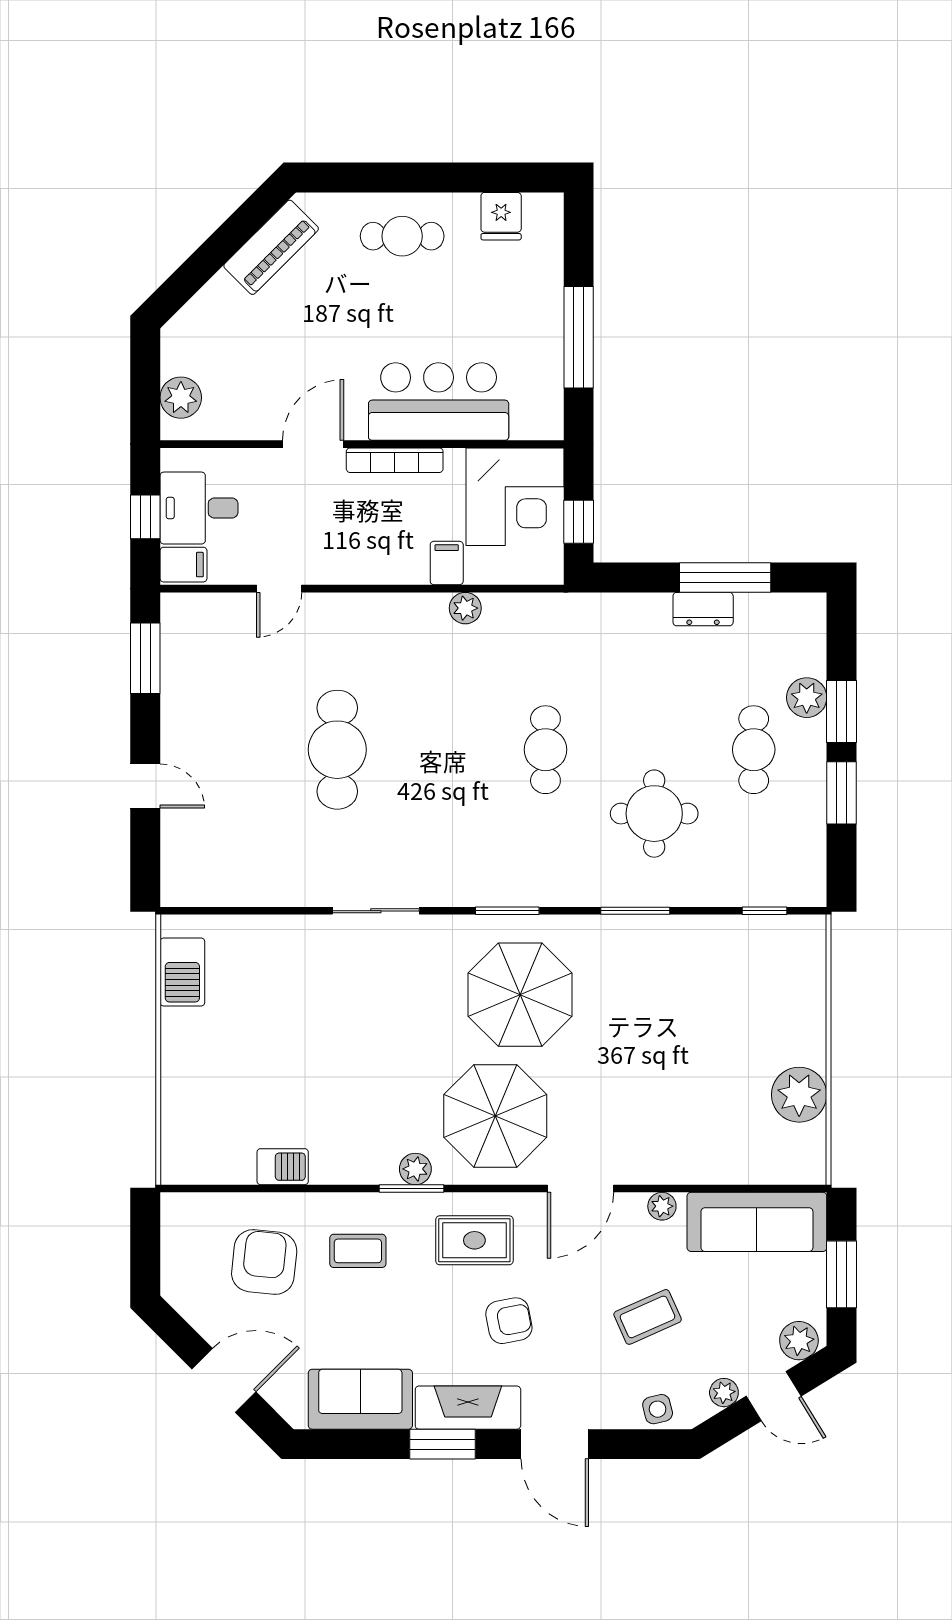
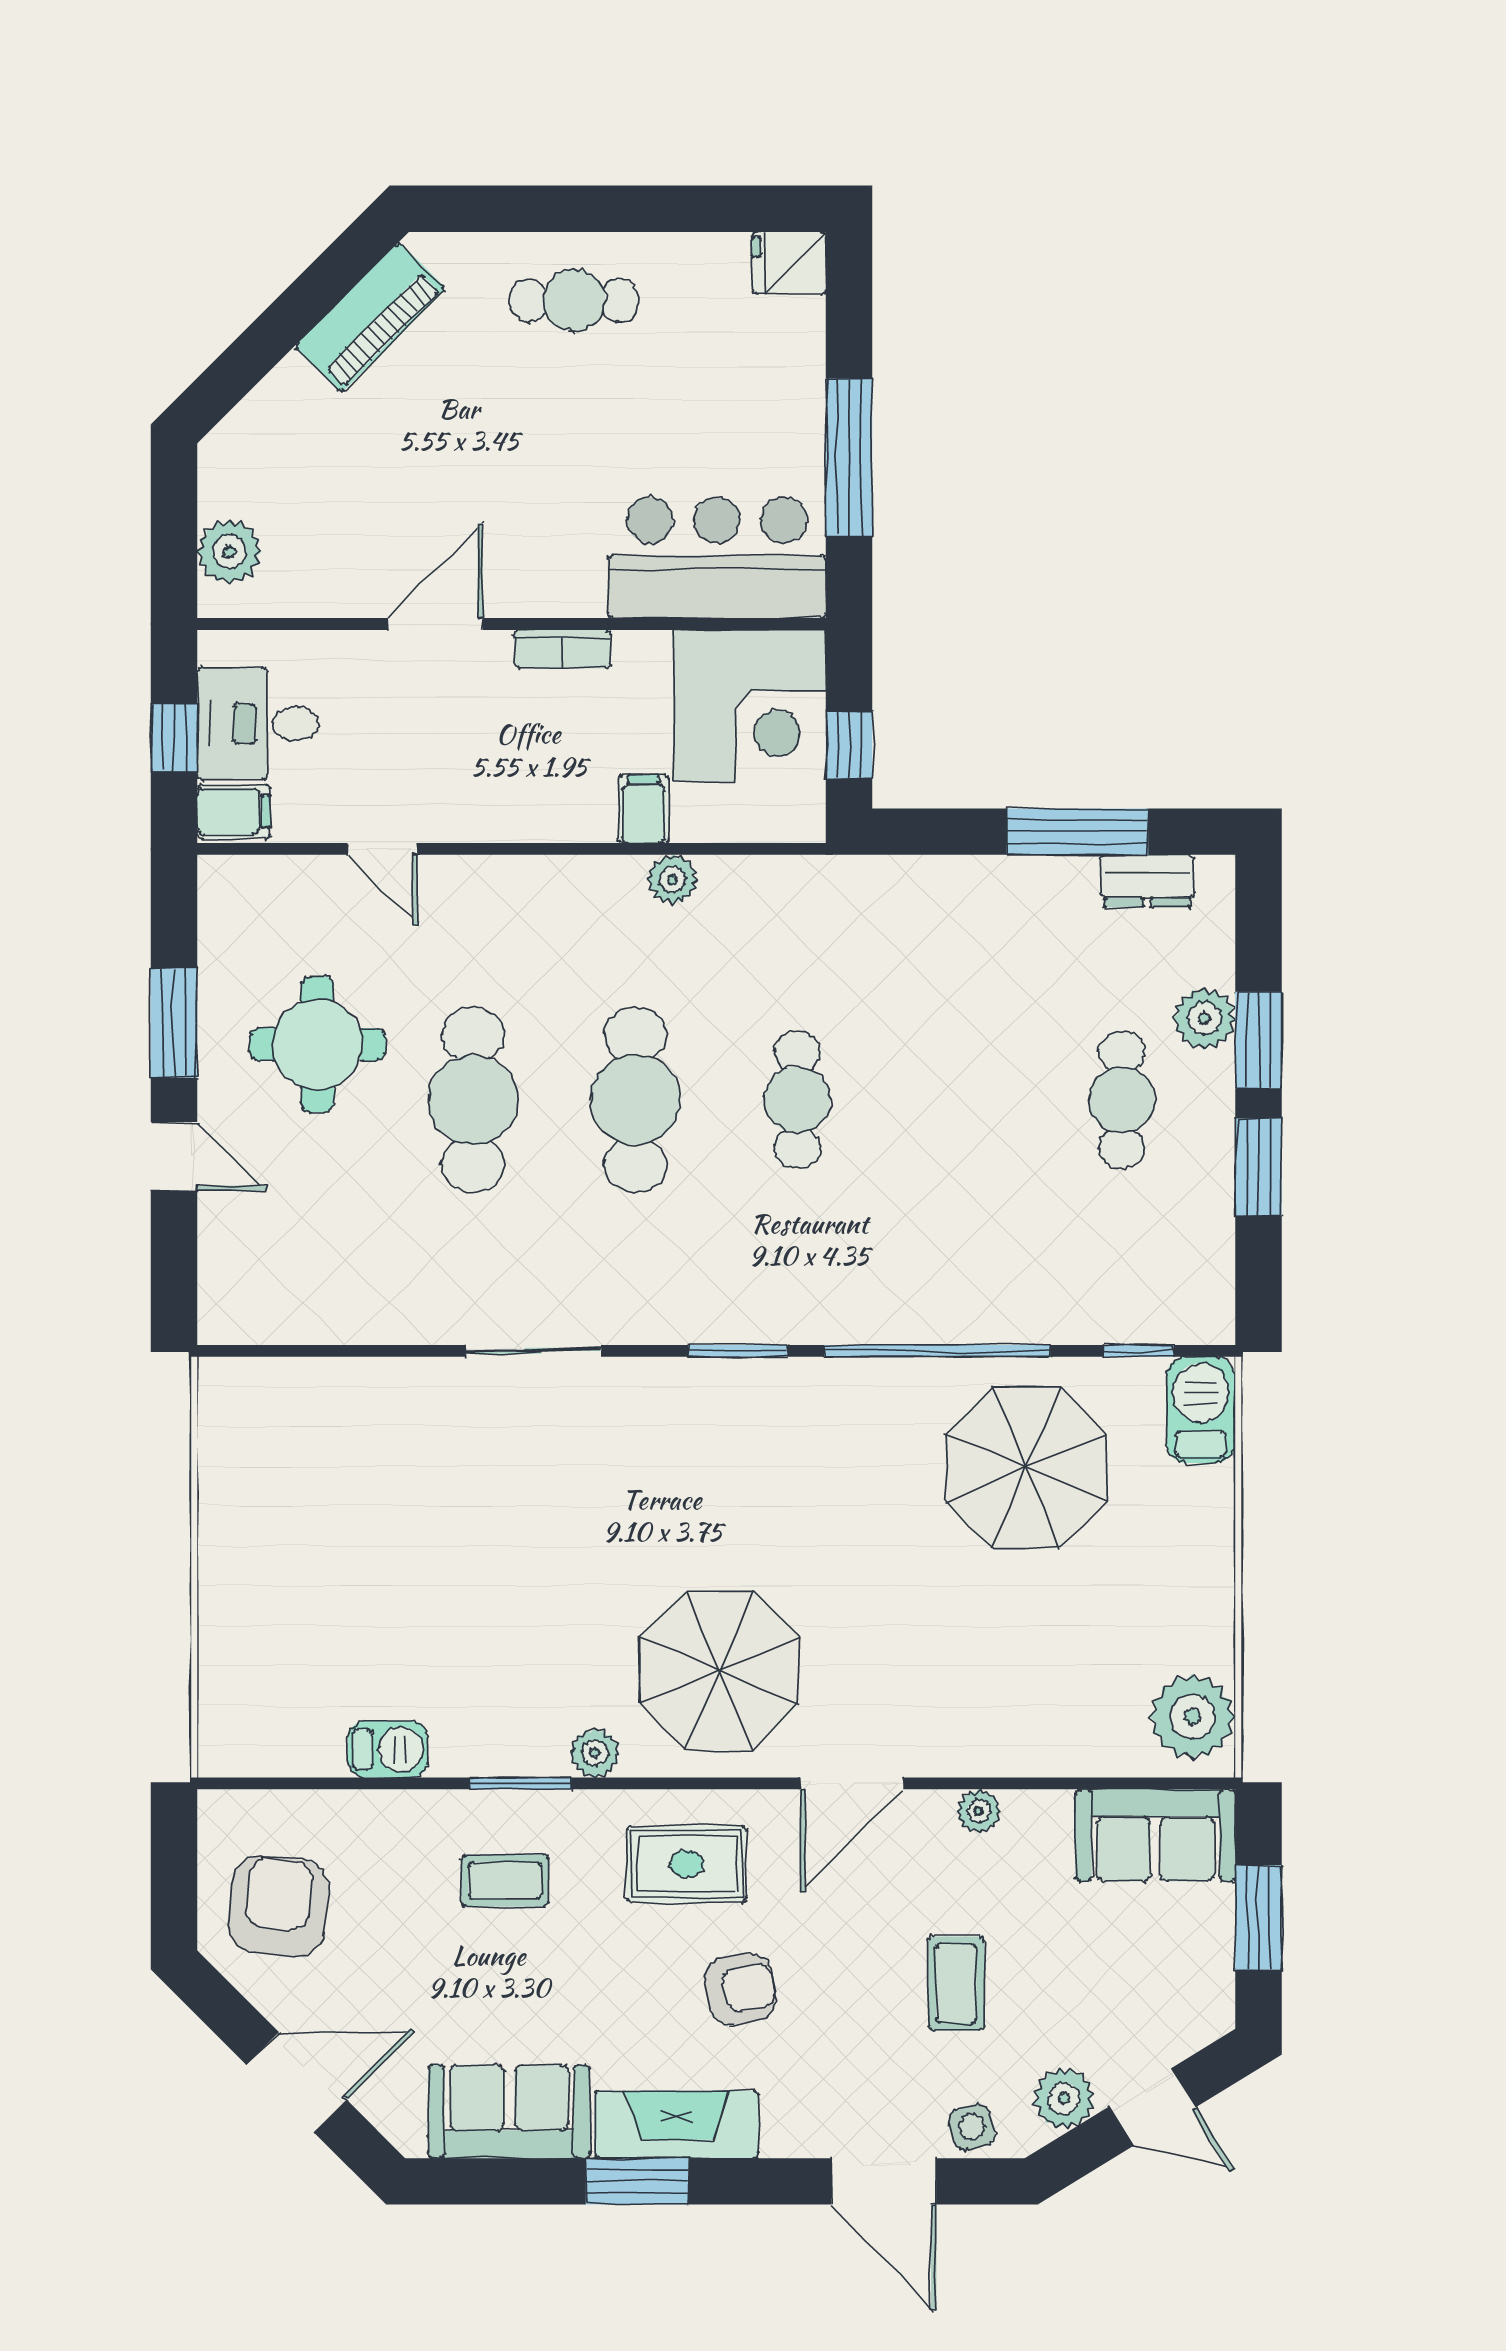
fridge: (501, 216) -> (789, 263), moved, turned 90
bar counter: (439, 402) -> (717, 558), moved
bookcase: (395, 460) -> (563, 649), width x0.64
door: (279, 589) -> (382, 849), hinge flipped
dresser: (703, 609) -> (1147, 881), moved
window: (145, 658) -> (174, 1023), moved
cafe table: (441, 750) -> (635, 1100), added
round table: (654, 814) -> (317, 1044), moved
window: (635, 911) -> (937, 1351), width x2.11
barbecue: (182, 972) -> (1201, 1410), moved, turned 180
parasol: (520, 995) -> (1026, 1468), moved
plant: (799, 1095) -> (1192, 1717), moved
window: (411, 1189) -> (521, 1783), moved
sofa: (757, 1222) -> (1156, 1835), width x0.73
armchair: (264, 1262) -> (278, 1906), moved
coffee table: (648, 1317) -> (956, 1983), turned -66
plant: (799, 1341) -> (1192, 2020), removed
plant: (724, 1393) -> (1064, 2098), width x1.38, depth x1.38
door: (555, 1444) -> (884, 2181), moved

